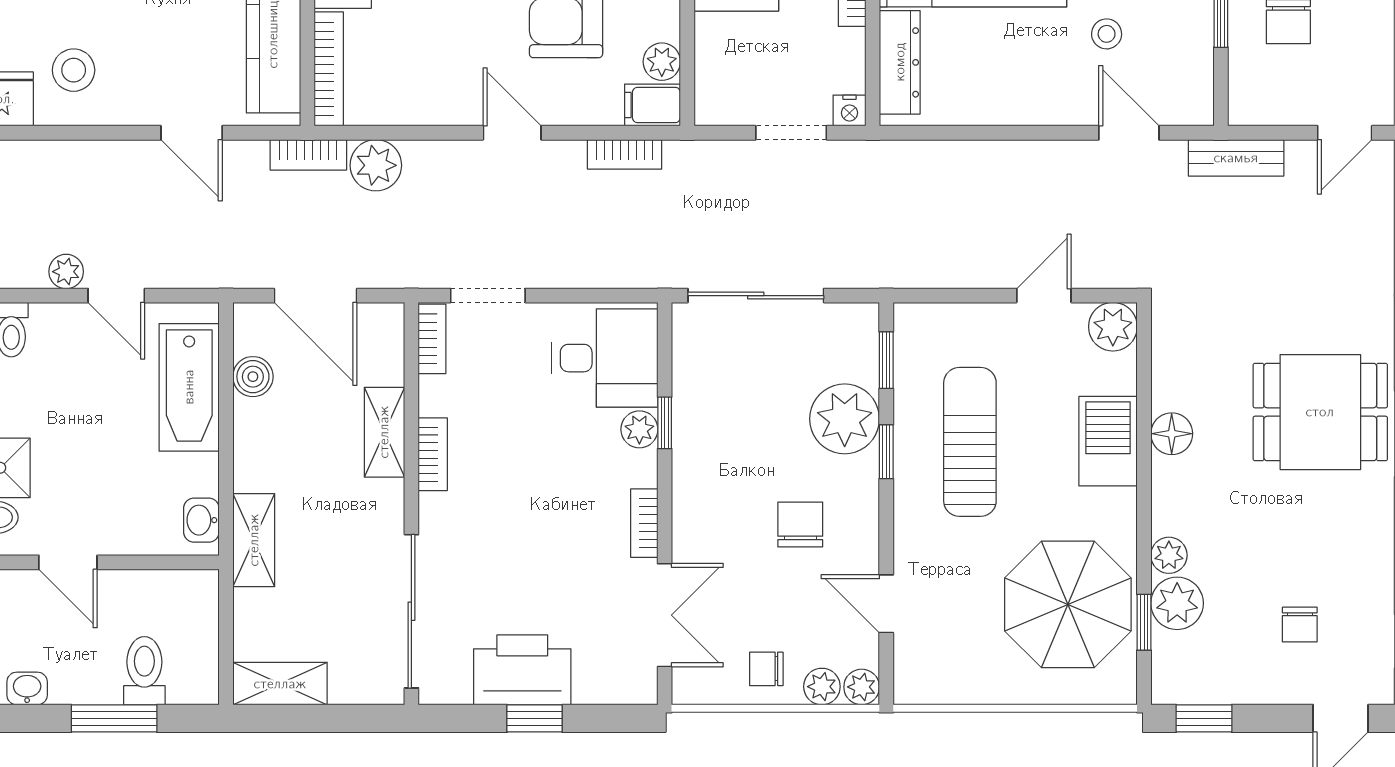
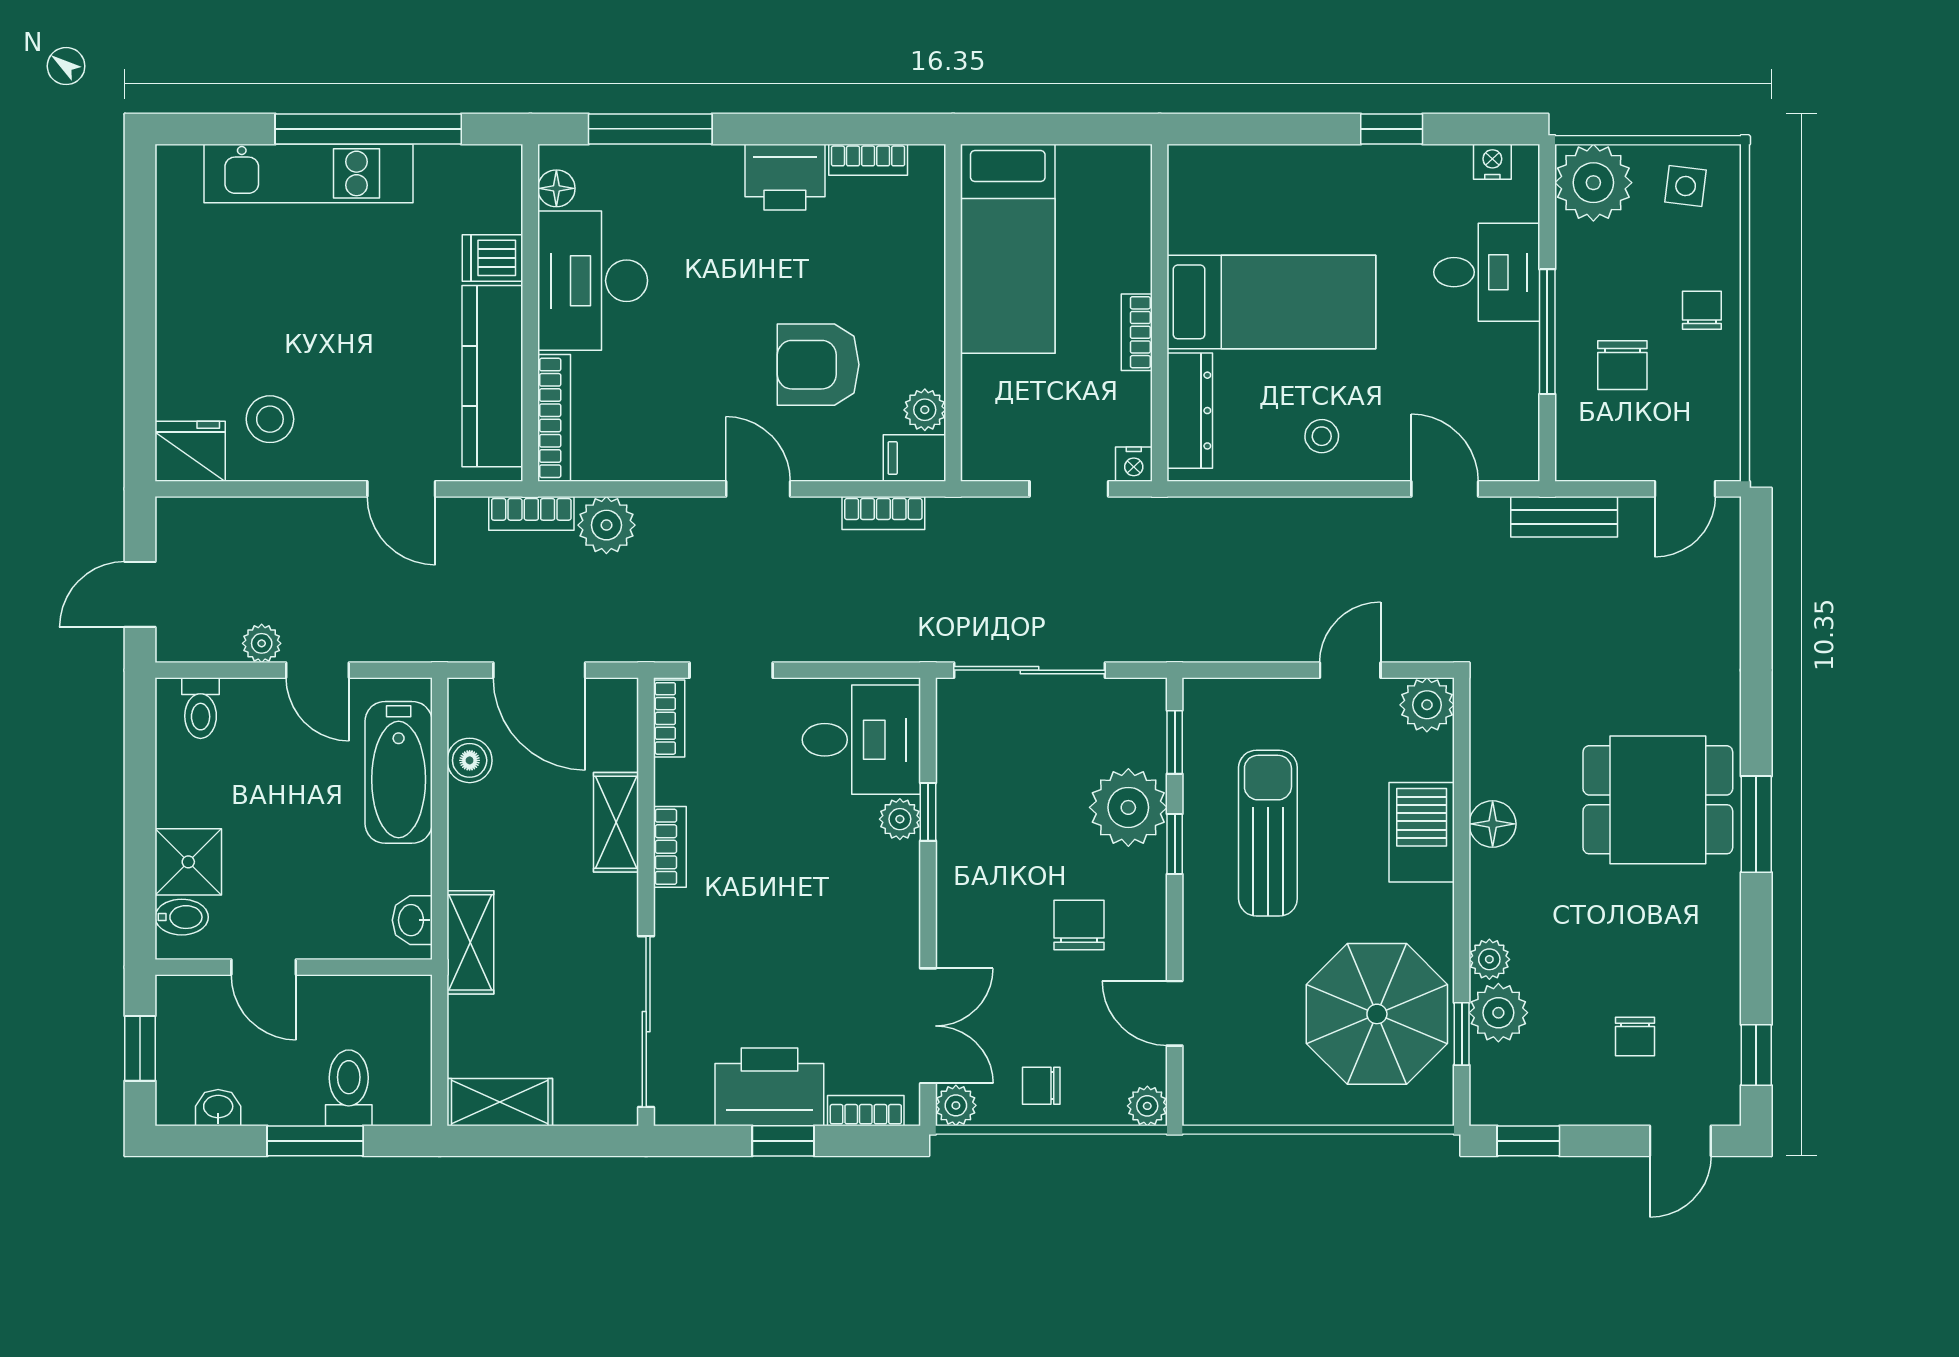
stool: (1107, 34) -> (1322, 436), moved
bookcase: (644, 523) -> (866, 1111), moved, turned 90
plant: (822, 687) -> (956, 1105), moved

